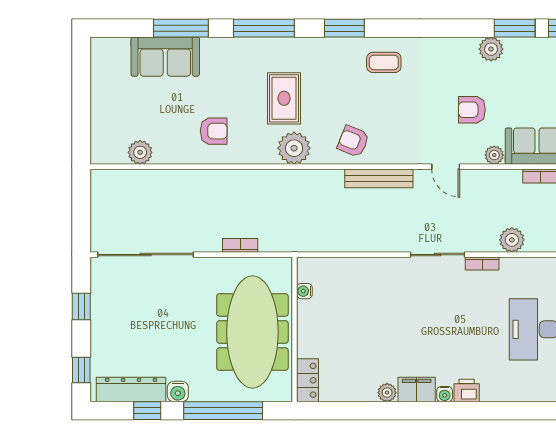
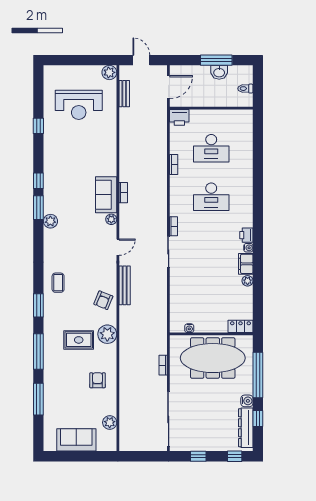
sofa: (165, 57) -> (76, 440), moved, turned -90
armchair: (472, 110) -> (85, 232), removed
plant: (512, 240) -> (160, 209), removed

